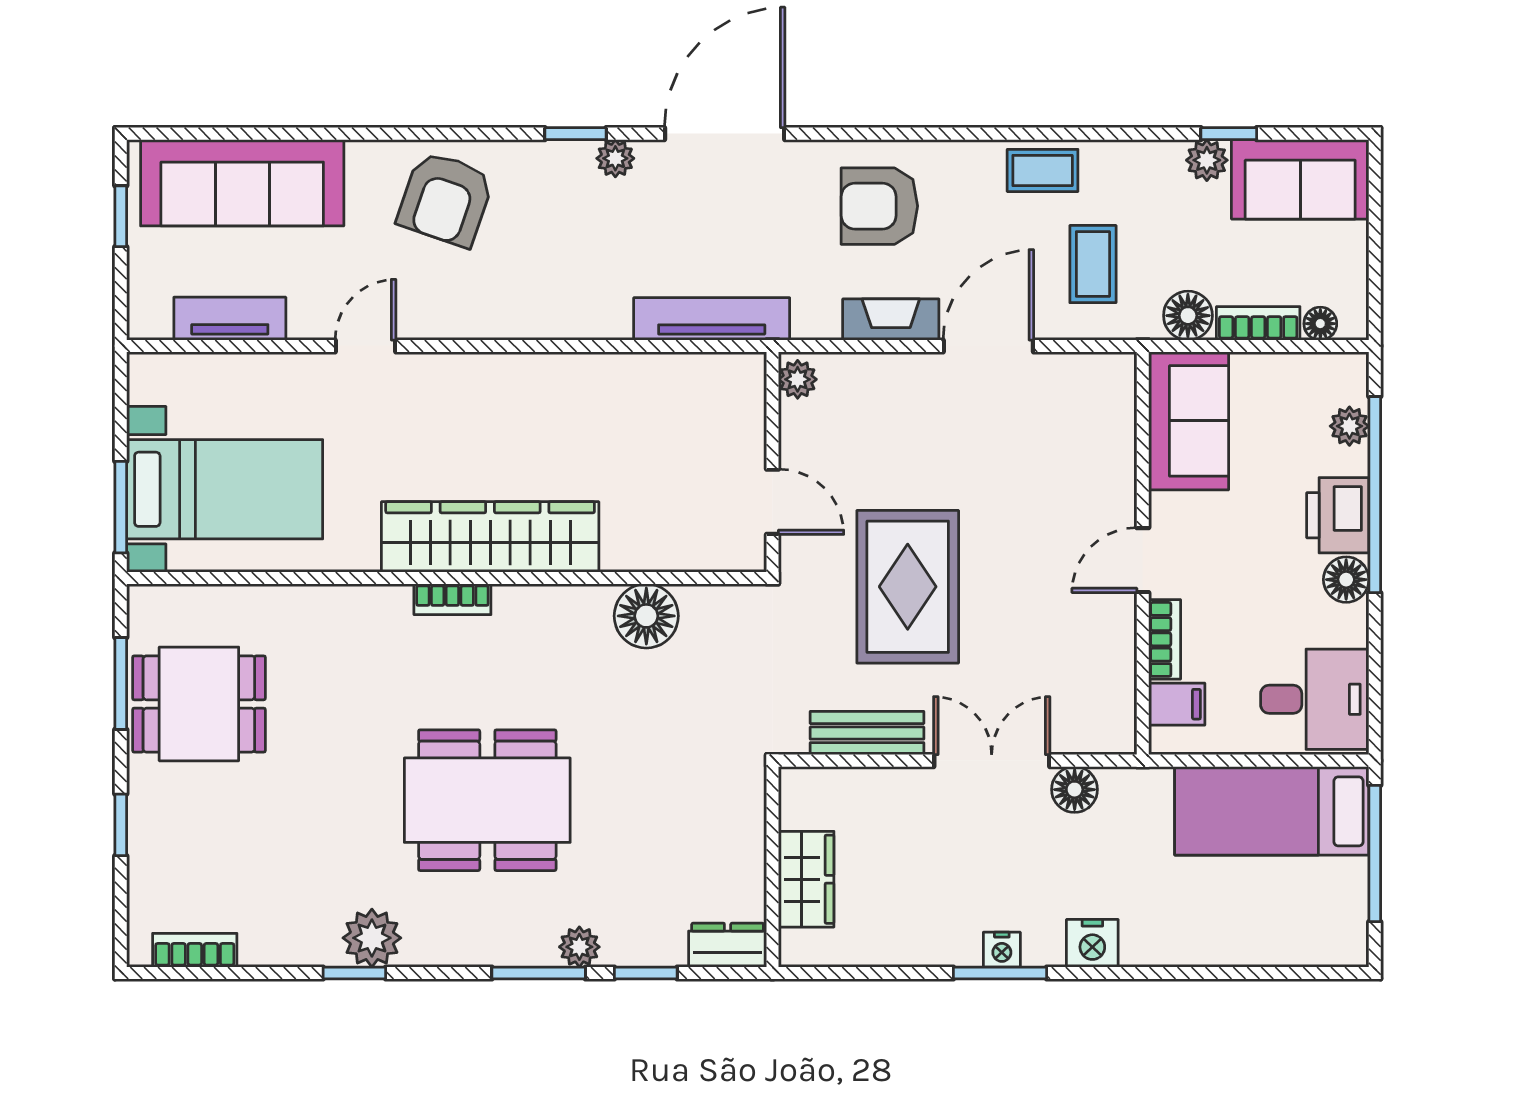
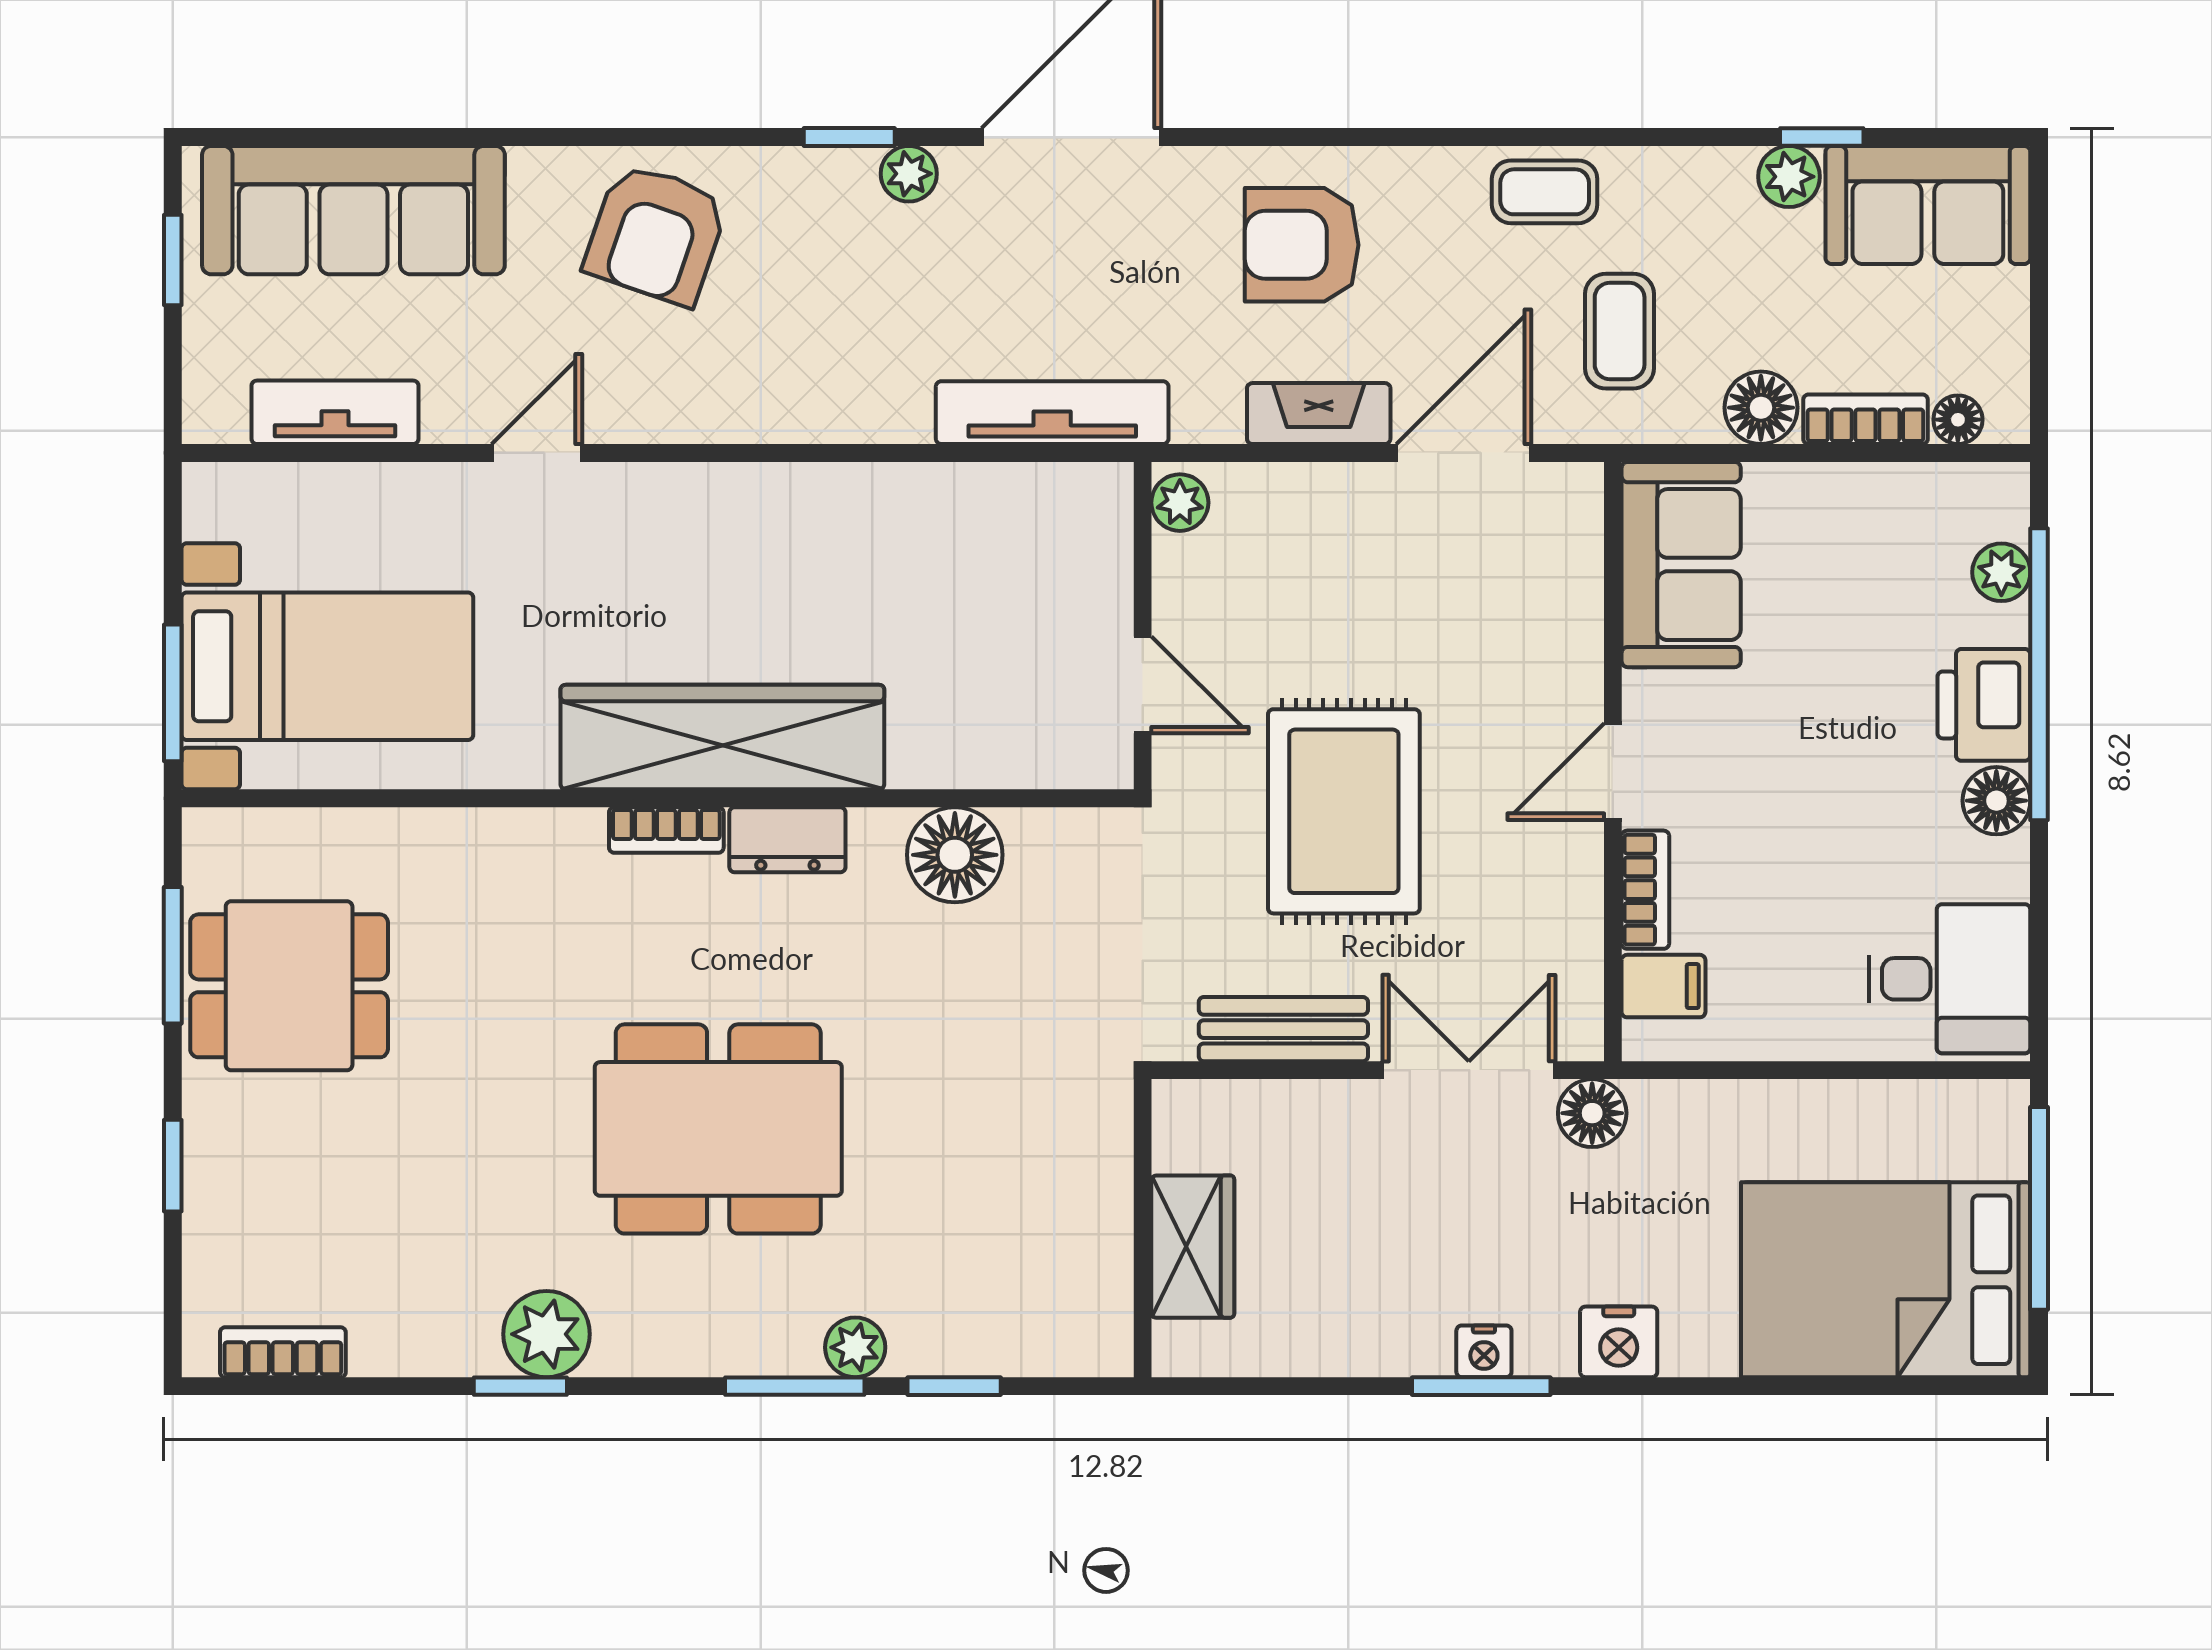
sofa: (1189, 421) -> (1681, 565), moved
wall: (1143, 553) -> (1613, 762), moved
door: (1143, 560) -> (1613, 772), moved
bookcase: (1165, 639) -> (1645, 890), moved
filing cabinet: (1177, 704) -> (1663, 986), moved
bed: (1272, 811) -> (1886, 1280), moved, width x1.50
dresser: (728, 945) -> (787, 840), moved, turned 180

